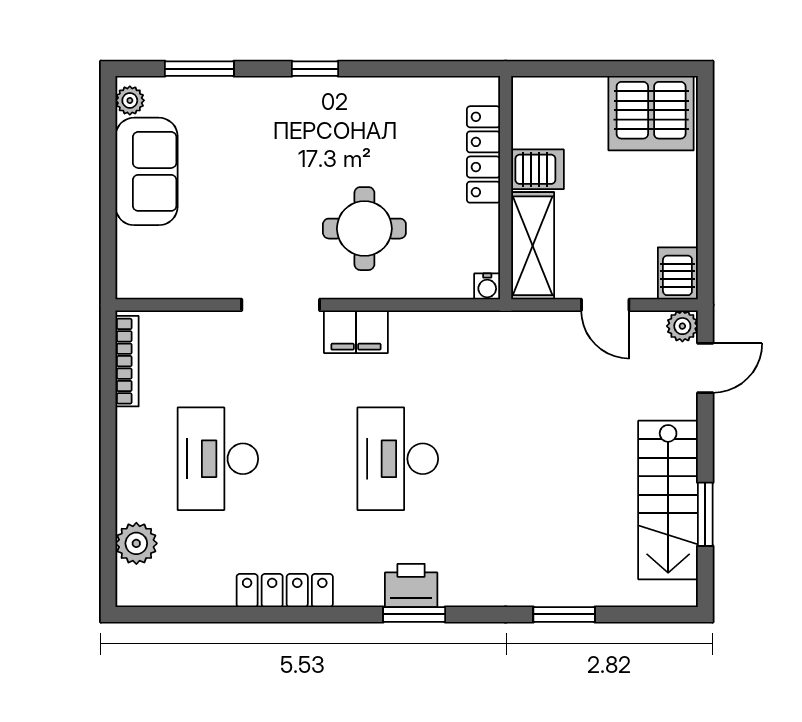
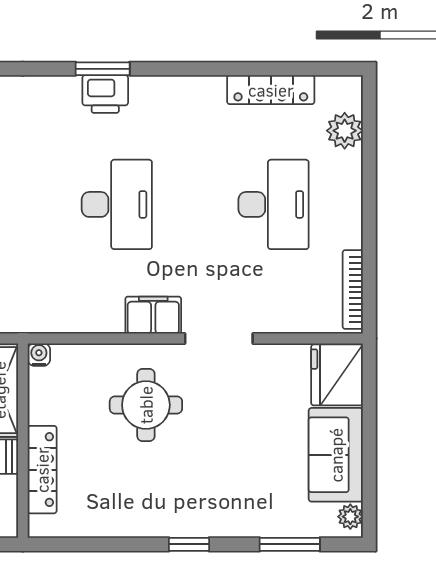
fridge: (145, 263) -> (337, 375), added
locker: (285, 591) -> (271, 90), moved

